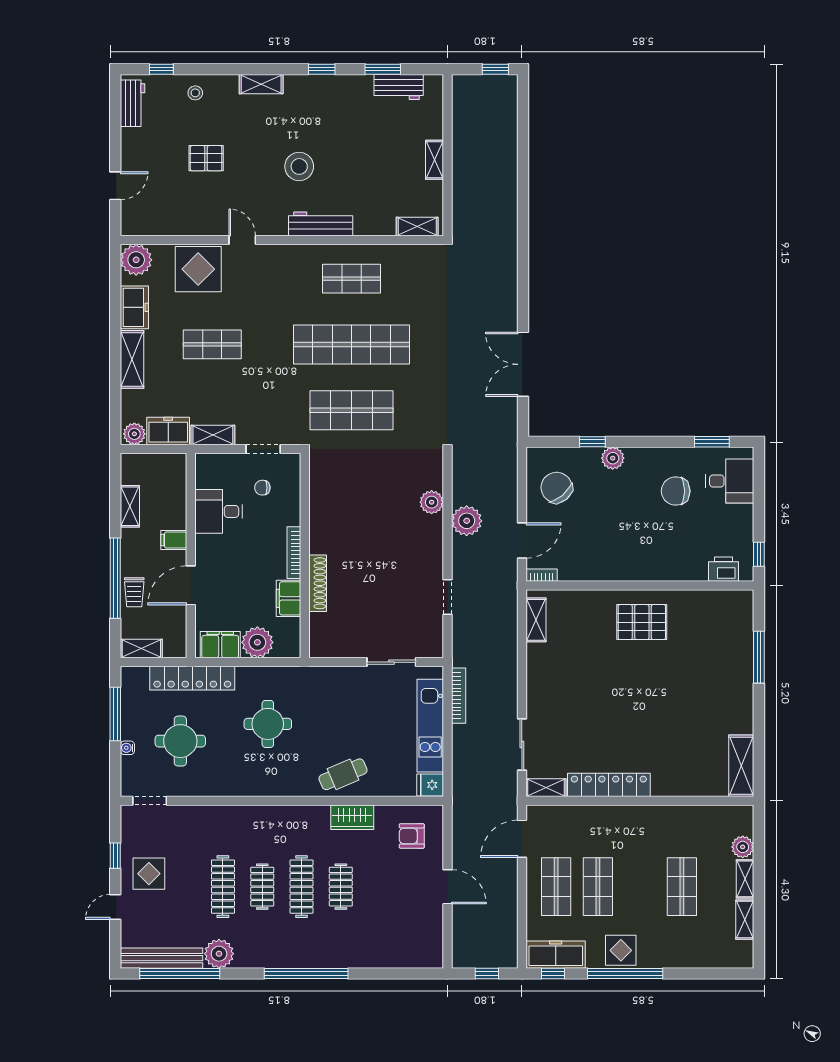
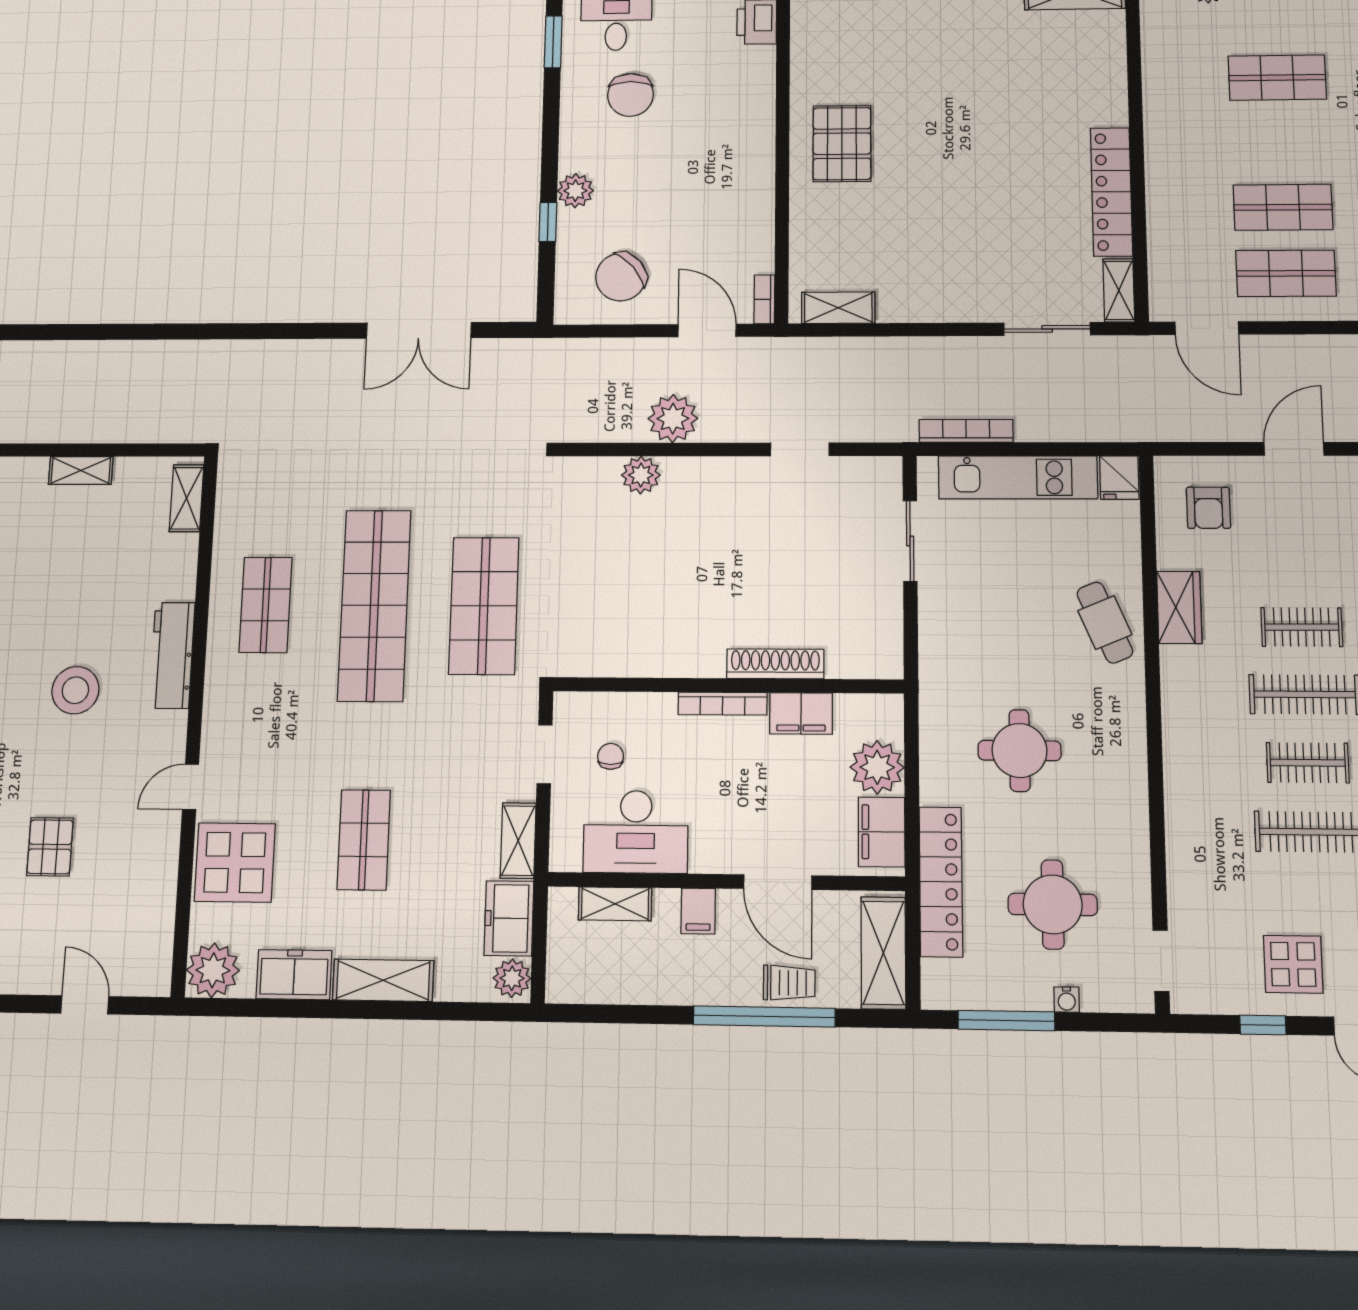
chair: (262, 488) -> (611, 756), turned 180
shelving: (130, 506) -> (615, 904), moved
desk: (219, 511) -> (636, 832), width x1.37
shelving: (141, 649) -> (883, 953), width x1.50, depth x1.33

